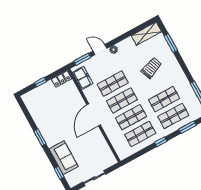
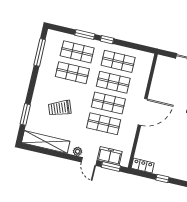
shelving: (146, 34) -> (46, 142), width x1.47
freezer: (83, 78) -> (110, 156), moved, turned 90
window: (187, 127) -> (85, 35), moved

